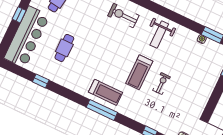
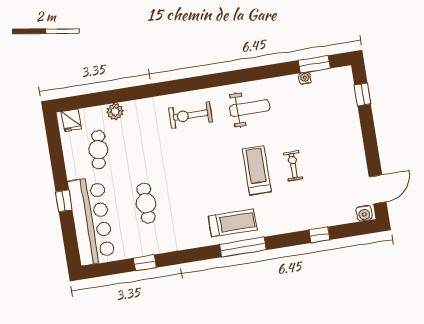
weight bench: (159, 35) -> (250, 108), turned -90
treadmill: (139, 72) -> (257, 170), turned 180

